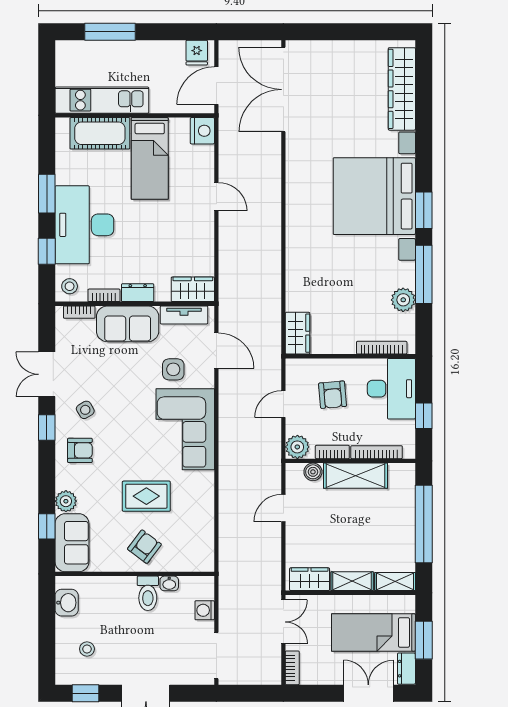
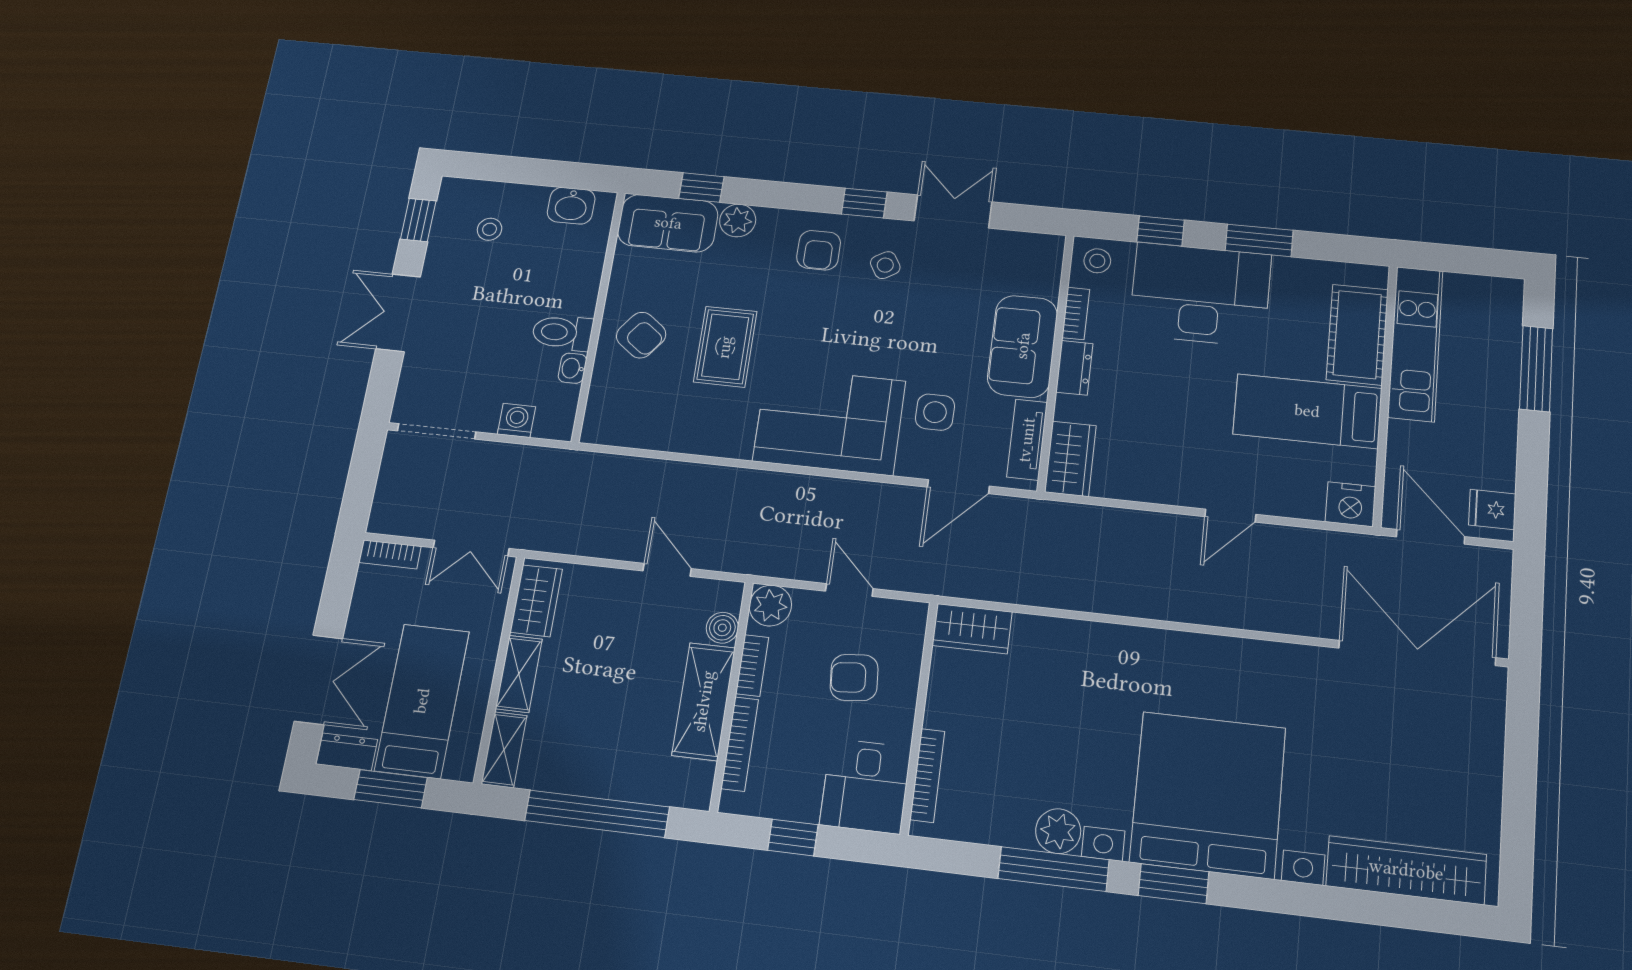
plant: (403, 300) -> (1058, 831), moved
bookcase: (79, 312) -> (1052, 272), removed
desk: (391, 389) -> (865, 786), width x0.73

